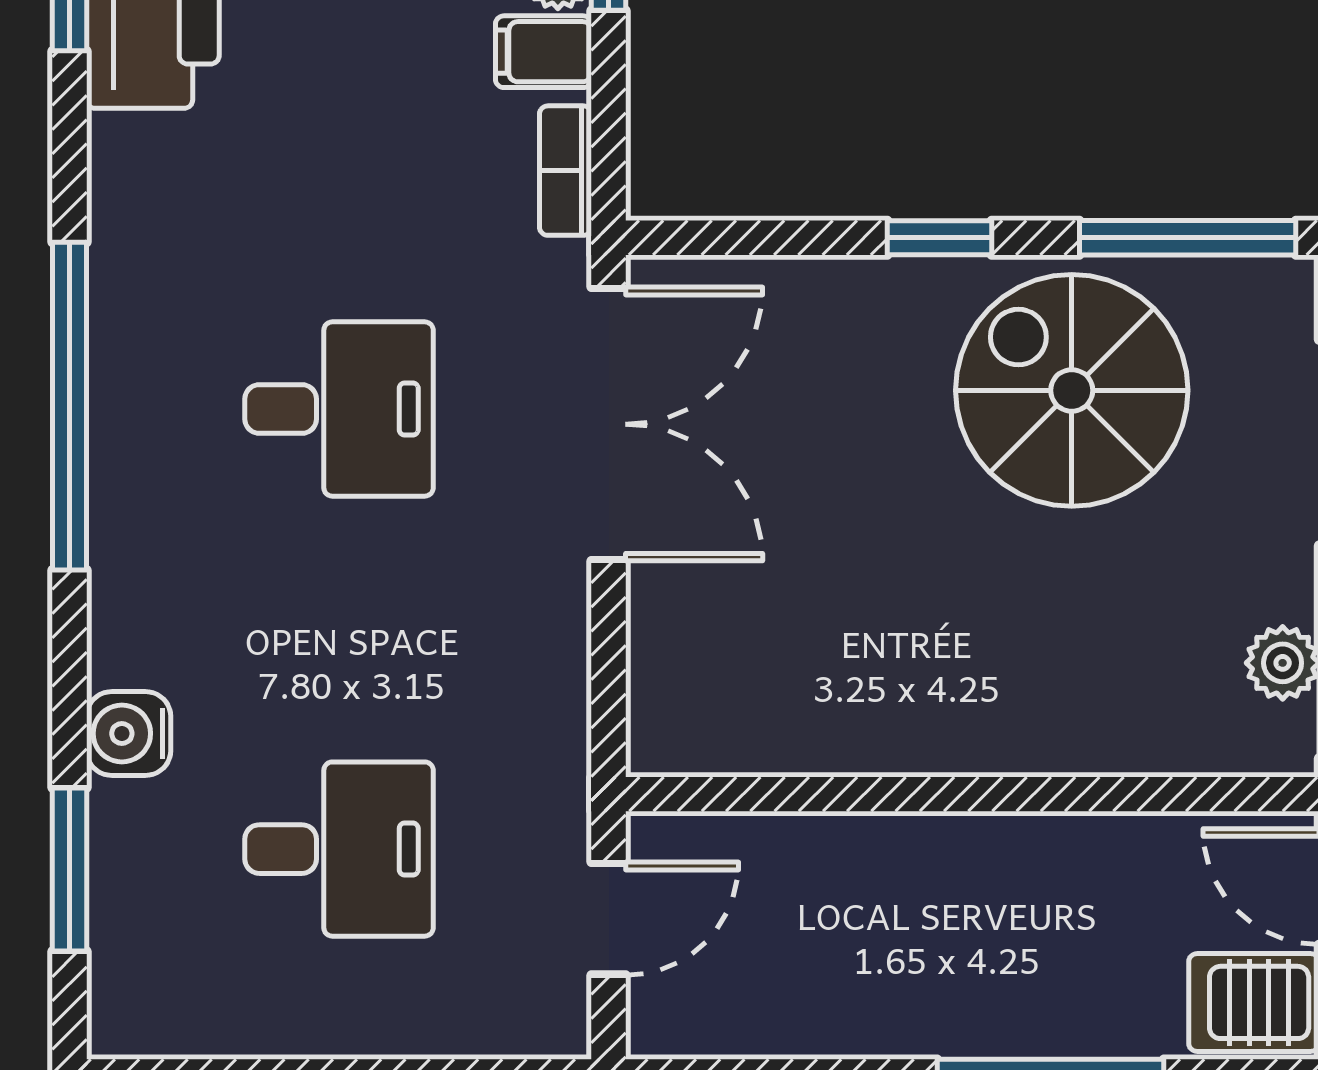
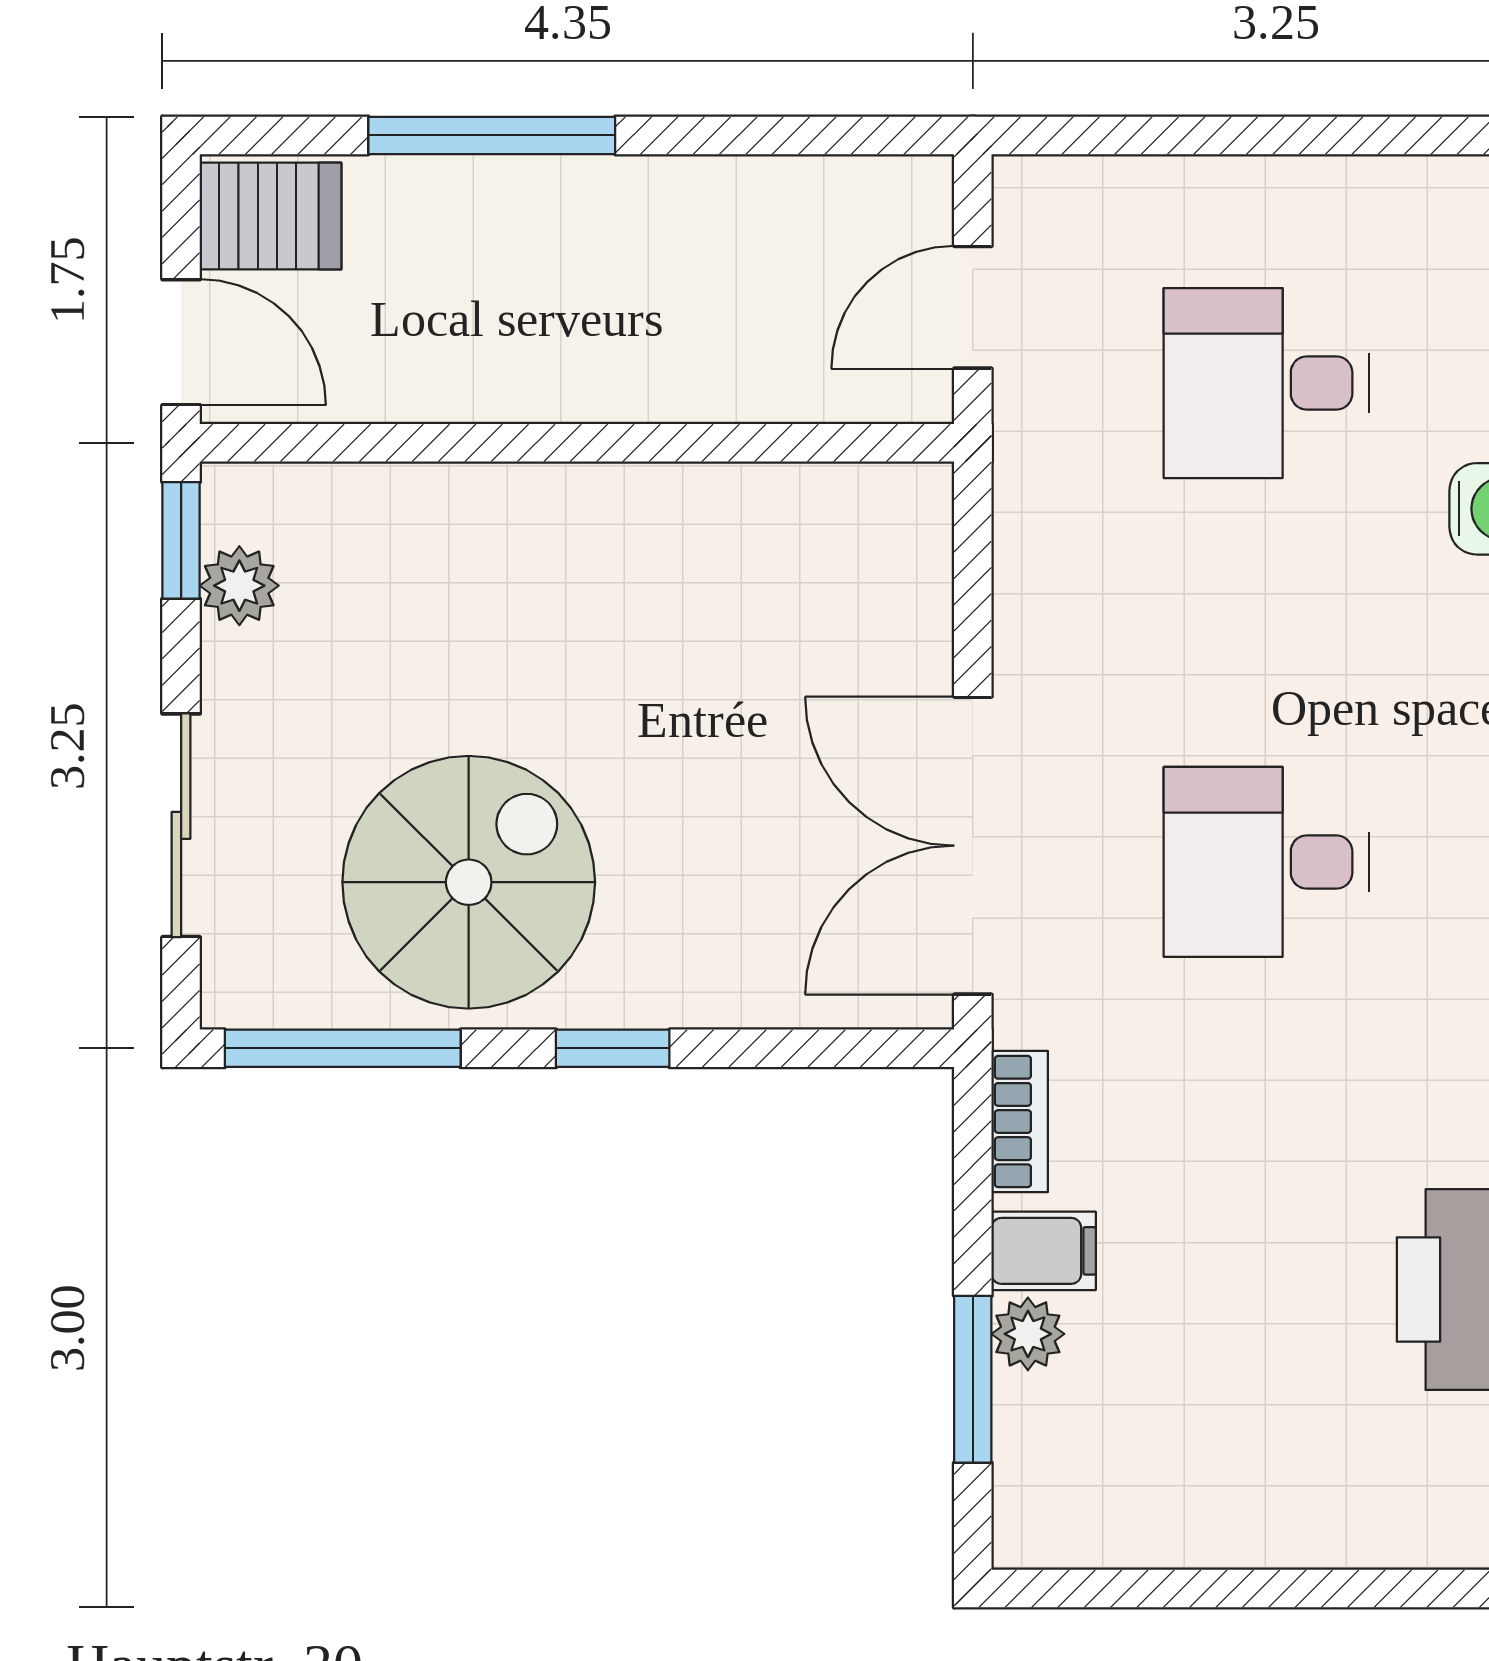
spiral stairs: (1072, 390) -> (469, 882), turned -90

